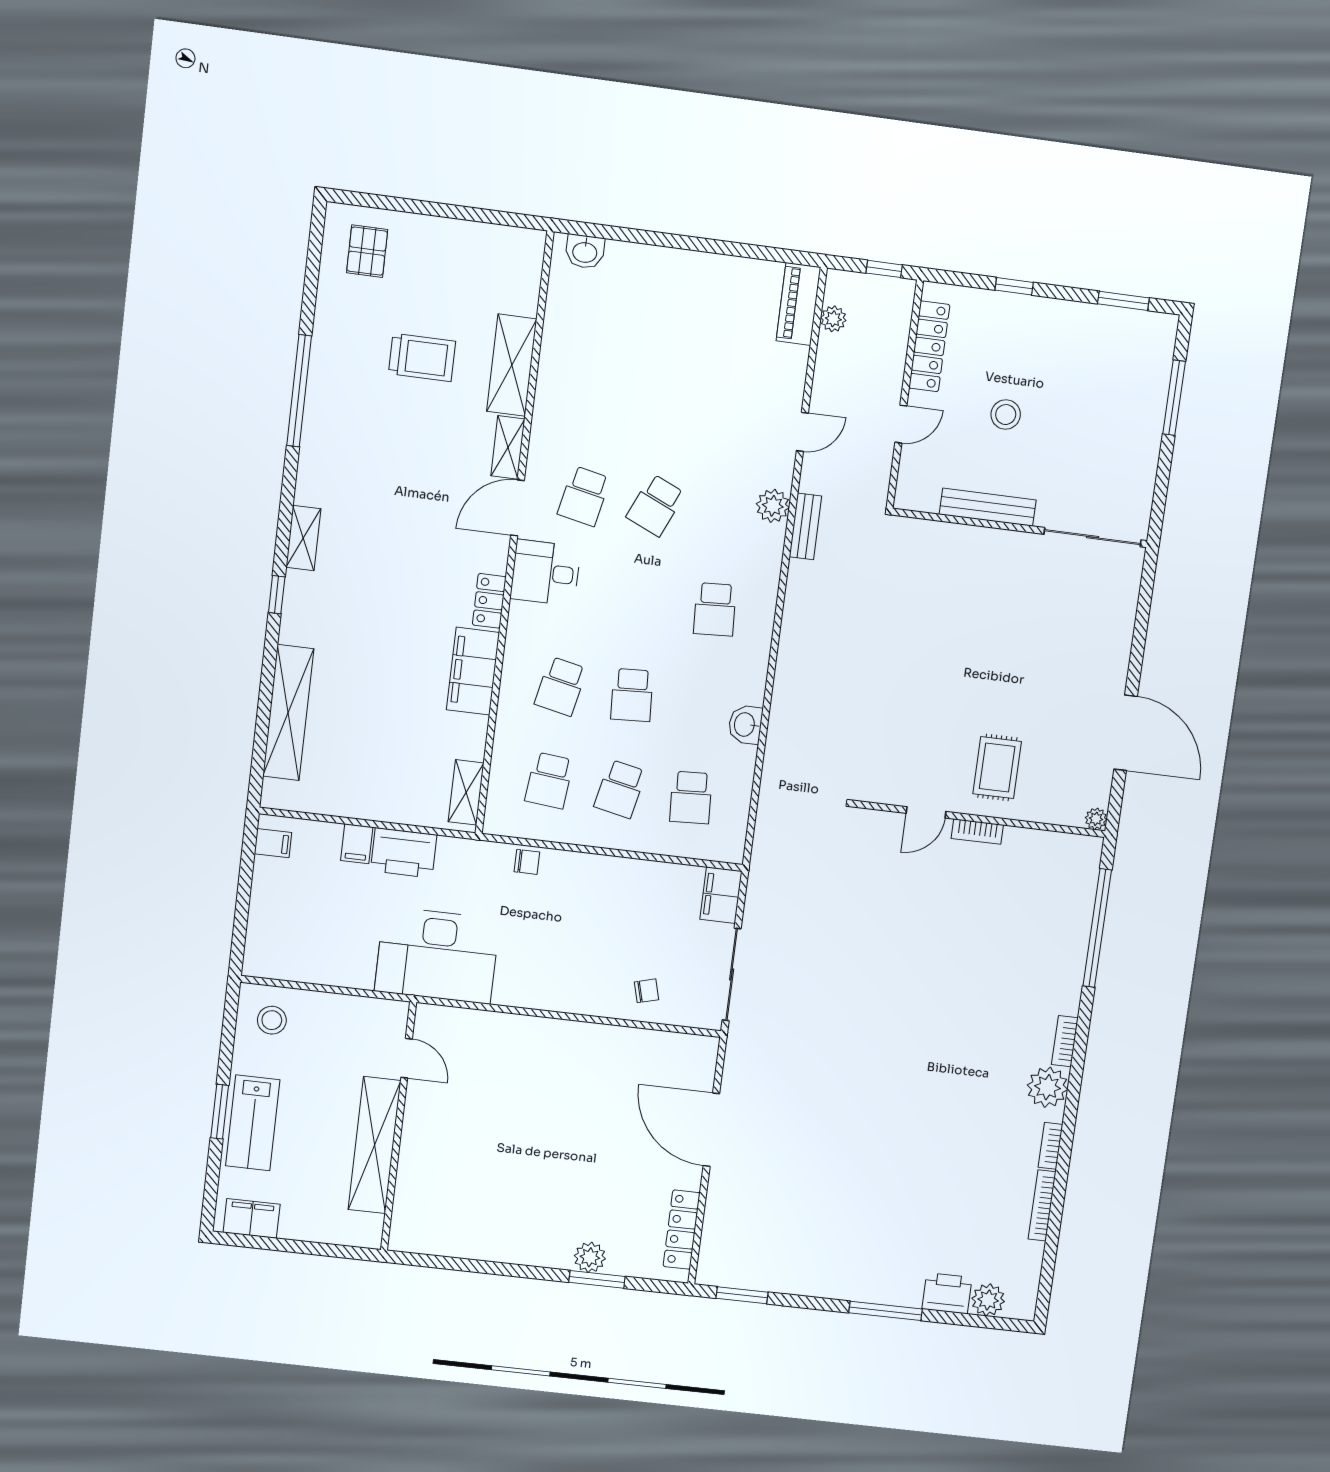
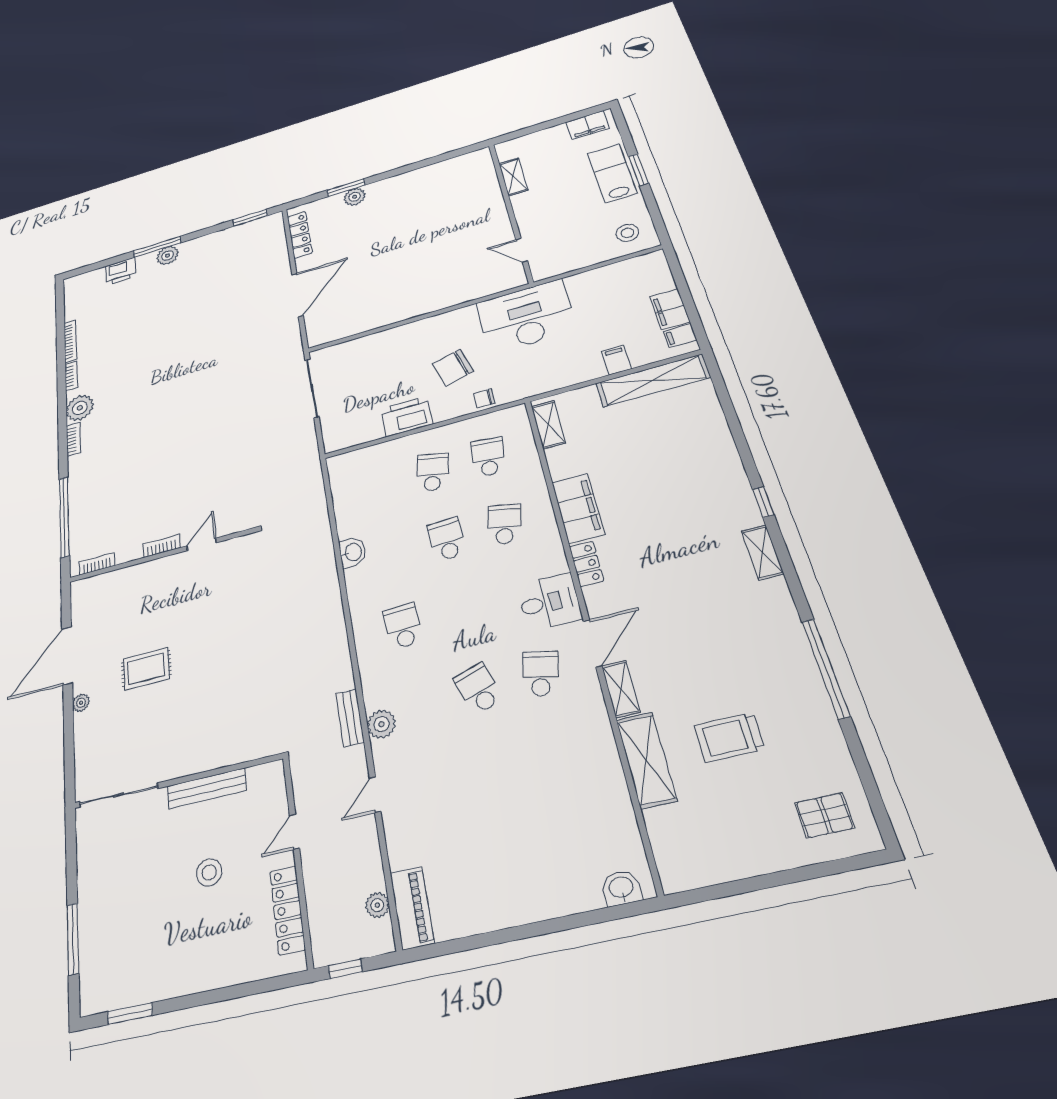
pallet: (367, 251) -> (825, 815), turned 90
window: (1014, 286) -> (227, 993), removed
school desk: (656, 505) -> (478, 689), turned -42
shelving: (288, 713) -> (653, 380), moved, turned 90
door: (1126, 733) -> (67, 656), hinge flipped
rug: (997, 768) -> (146, 669), moved, turned 90
school desk: (691, 797) -> (378, 487), removed
plant: (1096, 819) -> (81, 703), moved
bookcase: (1066, 842) -> (97, 564), added
printer: (404, 853) -> (407, 416), moved
filing cabinet: (721, 895) -> (670, 309), moved, turned 180
chair: (647, 991) -> (453, 368), moved, width x1.87, depth x1.87
door: (711, 1130) -> (297, 295), hinge flipped
shelving: (374, 1145) -> (513, 177), width x0.45, depth x0.75
plant: (988, 1300) -> (168, 256), moved

